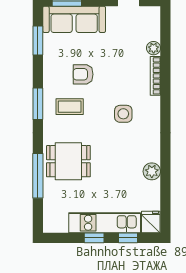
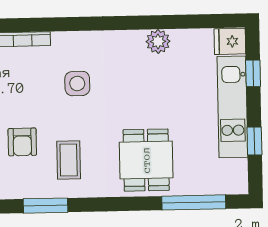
window: (38, 104) -> (46, 206), moved
window: (38, 176) -> (194, 202), moved
window: (94, 238) -> (254, 141), moved

